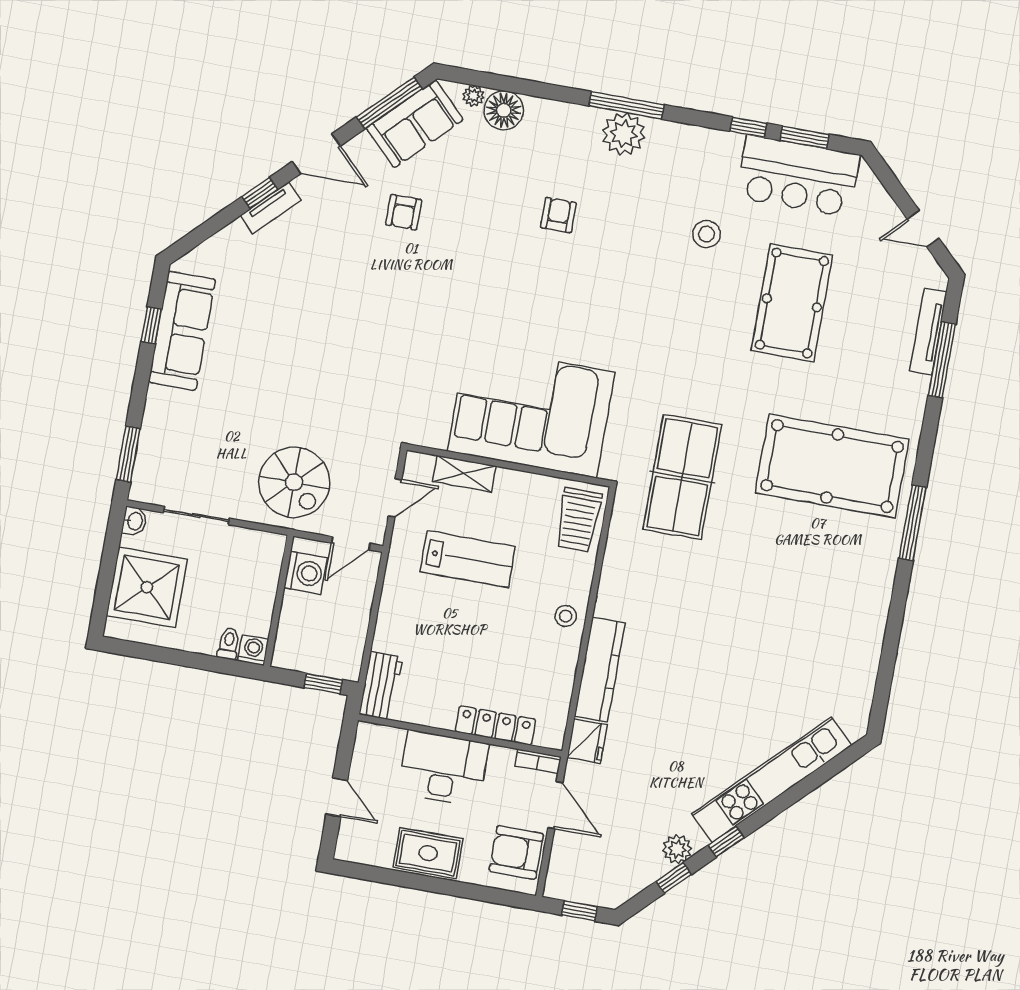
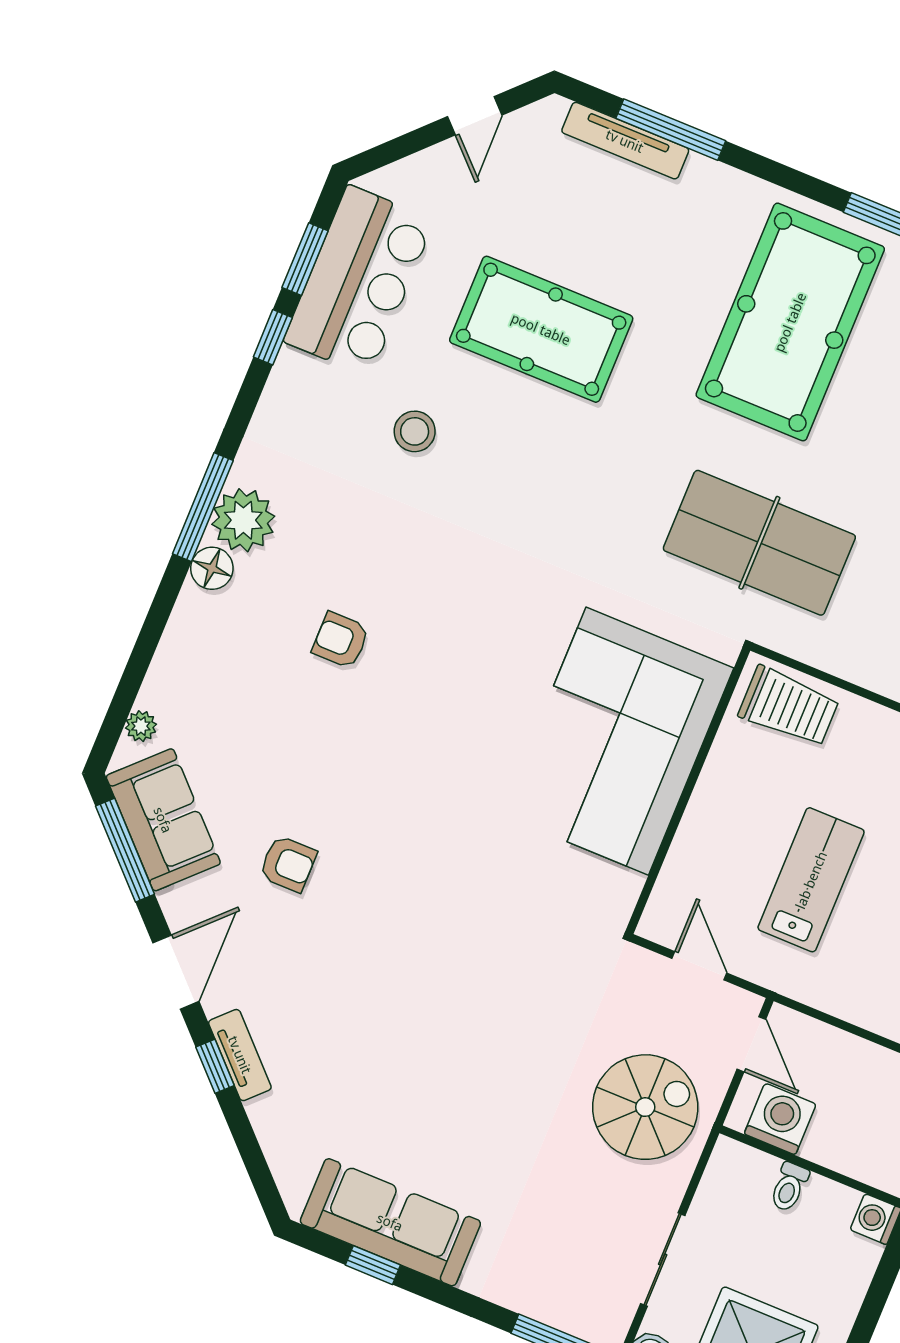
floor lamp: (504, 110) -> (212, 568), moved, width x0.73, depth x0.73
shelving: (464, 474) -> (686, 858), removed
toilet: (229, 643) -> (789, 1187), moved, turned -90

